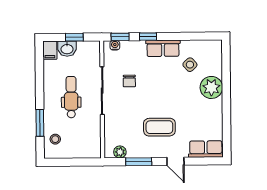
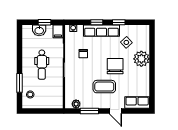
window: (120, 37) -> (119, 22), moved
row of seats: (163, 48) -> (101, 31), width x1.48
filing cabinet: (50, 50) -> (58, 31), moved
dental chair: (71, 97) -> (42, 65), turned 180
chair: (174, 98) -> (115, 66), added

